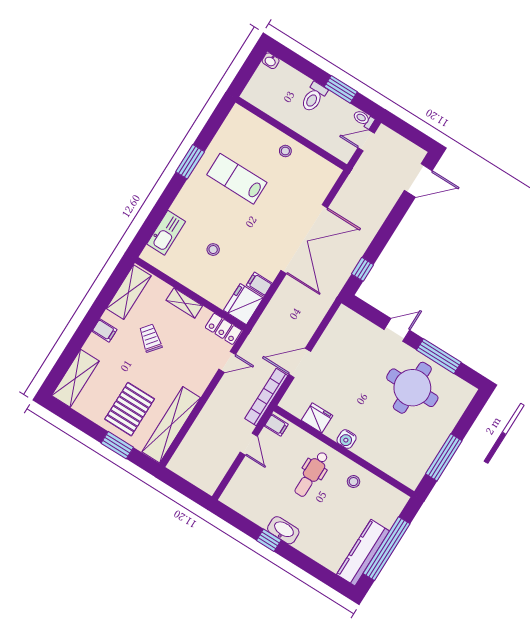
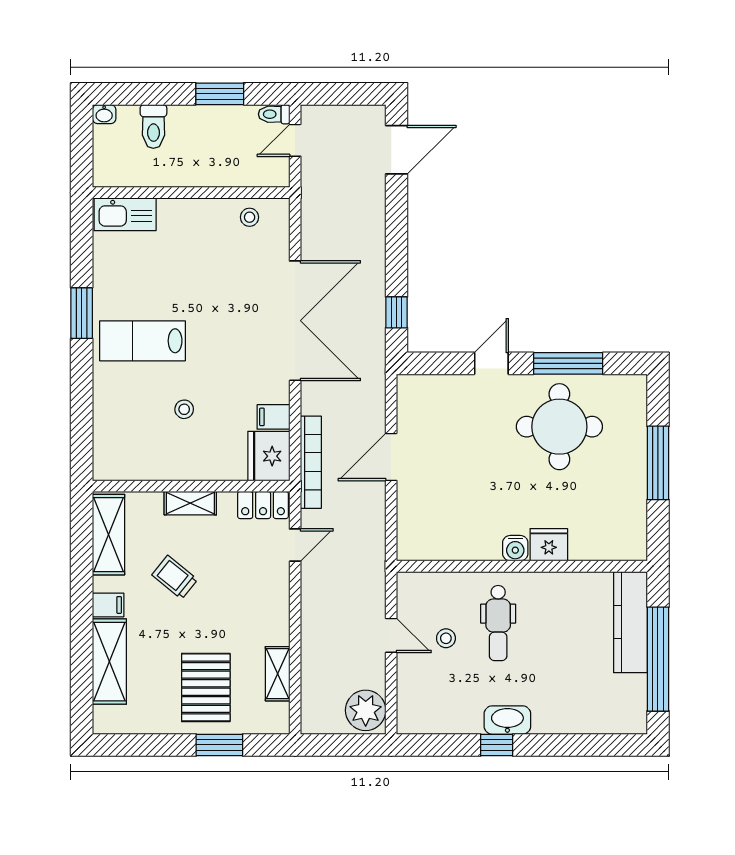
toilet: (314, 97) -> (153, 126), moved
stool: (285, 151) -> (250, 217), moved
lab bench: (237, 179) -> (143, 341), moved
kitchen sink: (166, 233) -> (125, 214), moved, turned 90
door: (300, 363) -> (391, 457), moved
shelving: (75, 378) -> (109, 662), moved
bookcase: (266, 397) -> (311, 462), moved, turned 180
fridge: (317, 418) -> (549, 545), moved
shelving: (171, 425) -> (278, 674), width x0.45, depth x0.75
filing cabinet: (276, 425) -> (412, 588), removed
window: (444, 457) -> (658, 463), moved
plant: (209, 476) -> (366, 710), added
stool: (353, 482) -> (446, 638), moved
kitchen counter: (363, 553) -> (630, 622), moved

